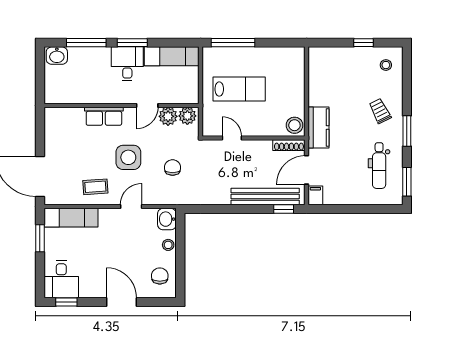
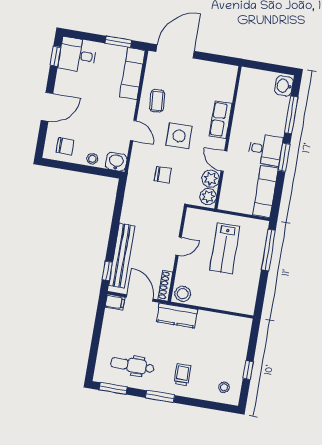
trolley: (380, 111) -> (183, 375), turned -63
door: (232, 138) -> (179, 246), moved

